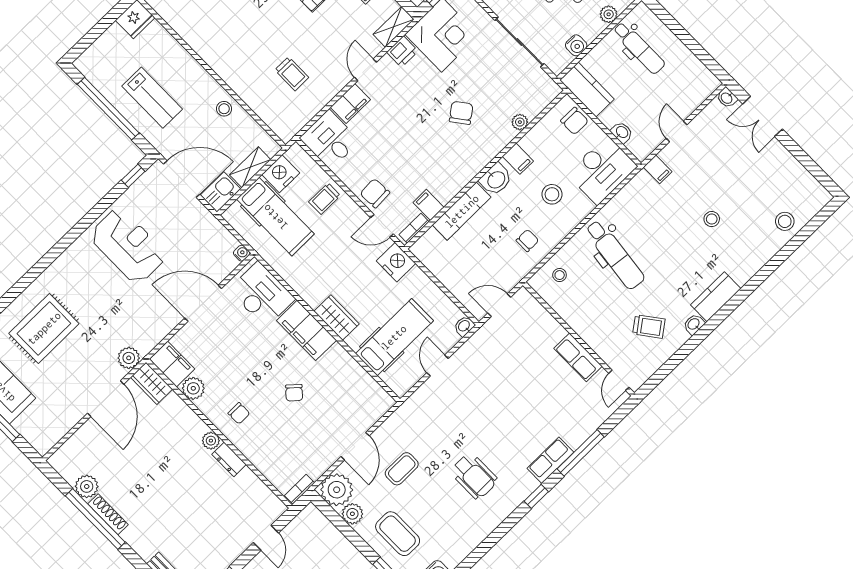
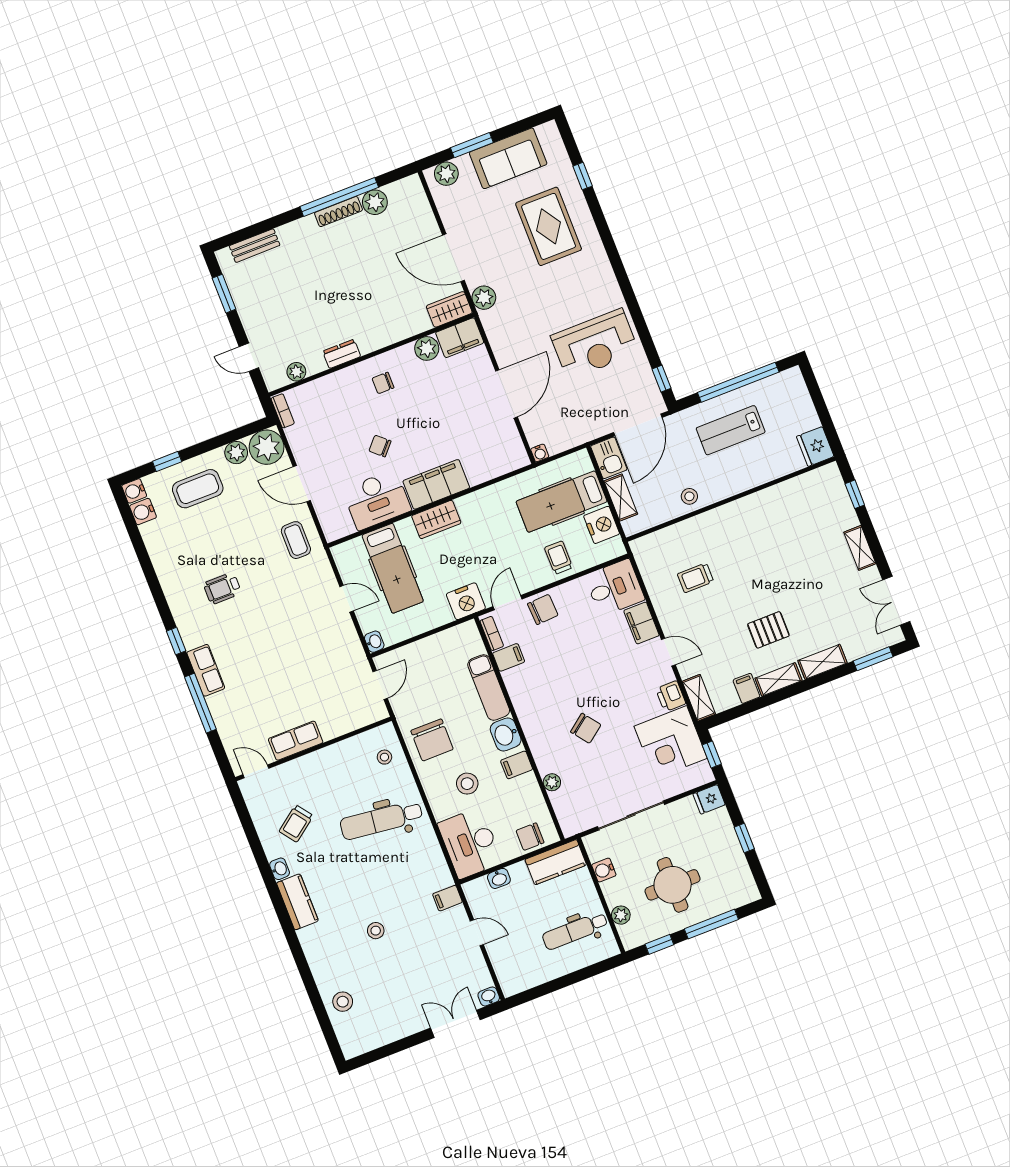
chair: (527, 241) -> (432, 740), width x1.87, depth x1.87
desk: (262, 294) -> (377, 500), moved
plant: (36, 436) -> (446, 174), added
plant: (211, 441) -> (296, 372), moved
coffee table: (402, 469) -> (296, 540), moved
wheelchair: (474, 476) -> (222, 588), width x0.73, depth x0.73

